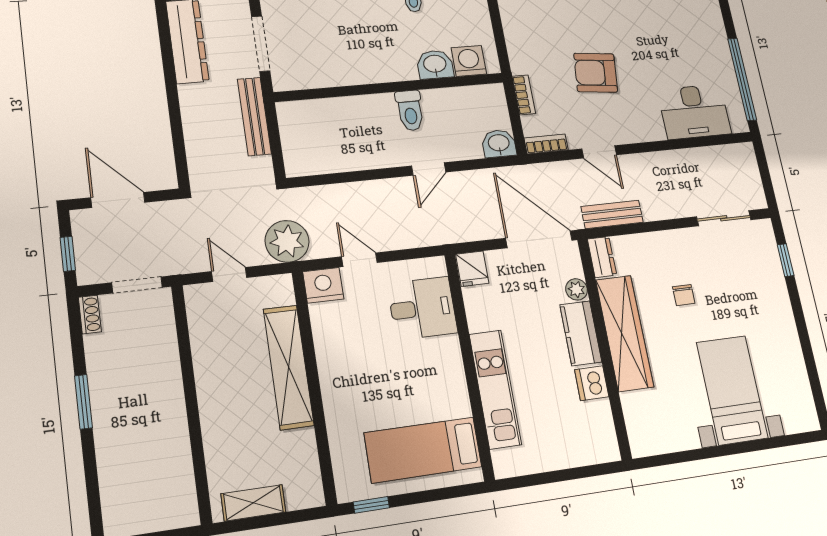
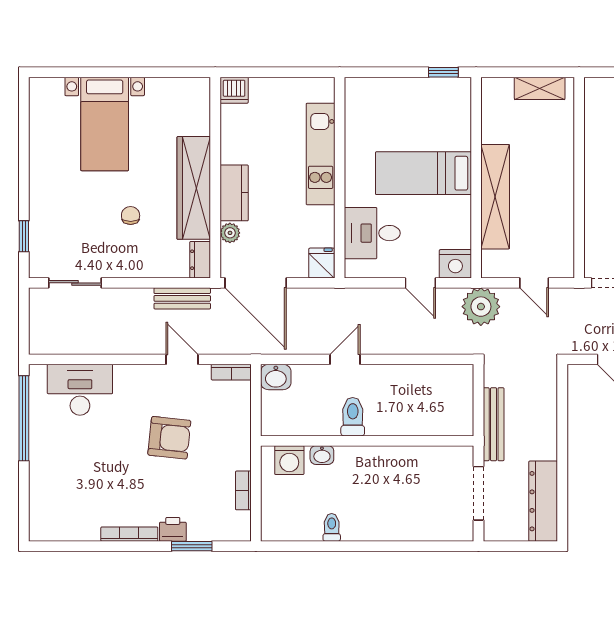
washbasin: (435, 65) -> (322, 455), width x0.72, depth x0.69
bookcase: (524, 95) -> (243, 490), moved
dishwasher: (592, 383) -> (234, 90), moved, turned 90
bed: (423, 450) -> (423, 173), moved, turned 180

